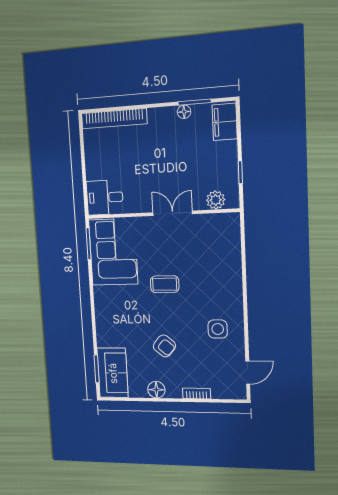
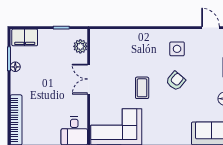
armchair: (164, 346) -> (176, 81), moved

